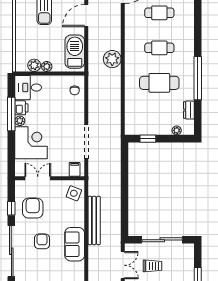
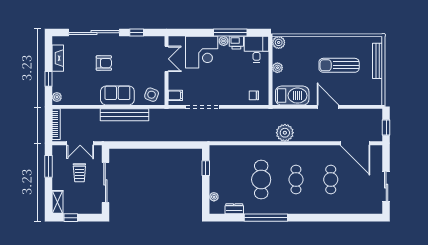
plant: (34, 65) -> (279, 42), moved
armchair: (33, 208) -> (137, 54), removed
sofa: (75, 244) -> (117, 95), moved

